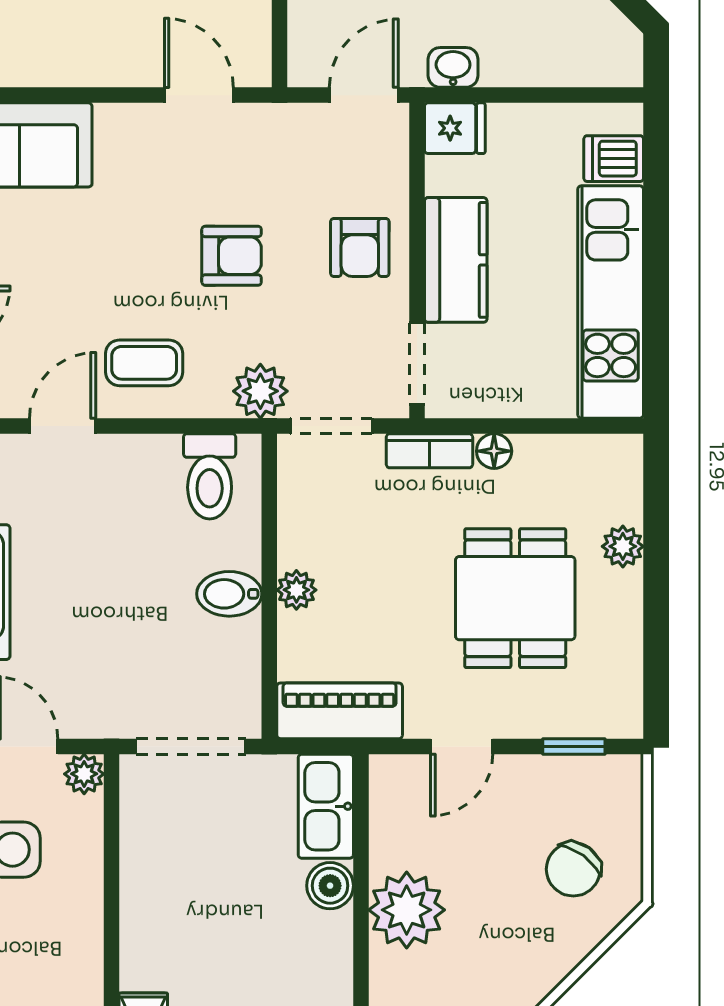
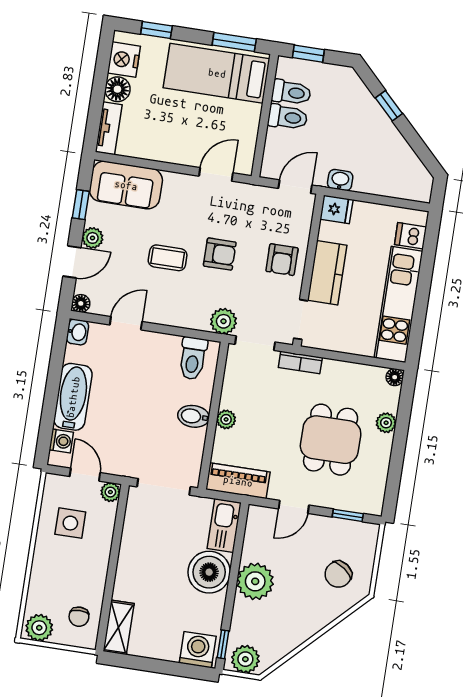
door: (199, 95) -> (216, 174), hinge flipped
coffee table: (144, 363) -> (168, 258), moved
floor lamp: (494, 451) -> (395, 377), moved
boiler: (330, 886) -> (209, 572), width x1.86, depth x1.86

